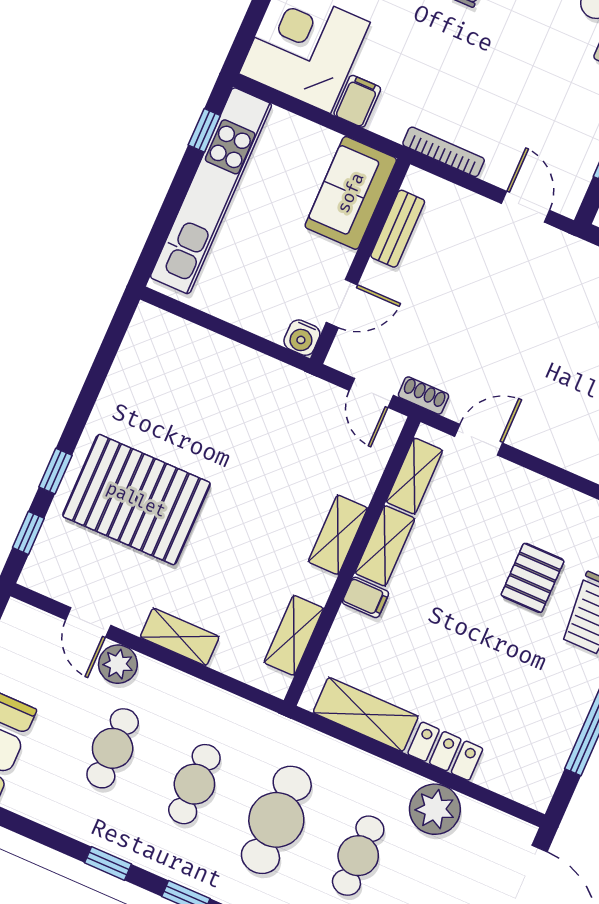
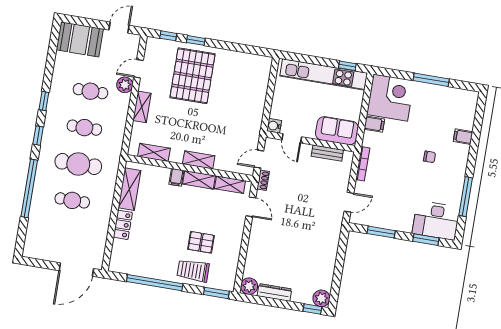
plant: (435, 809) -> (99, 226), removed

